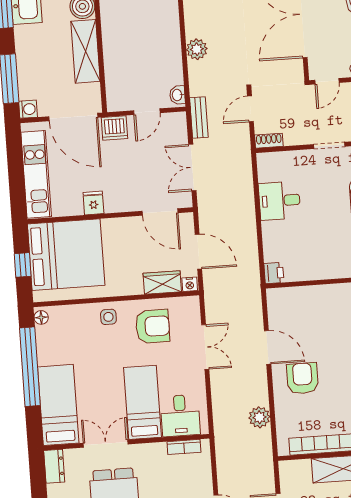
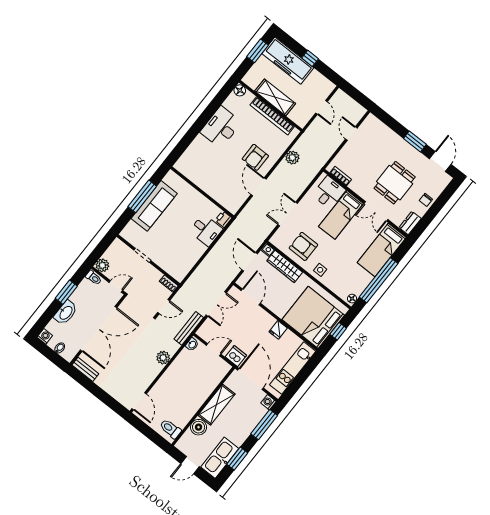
bench: (199, 118) -> (189, 328), width x1.36
desk: (280, 201) -> (206, 230), moved
wardrobe: (162, 282) -> (285, 267), width x1.50

